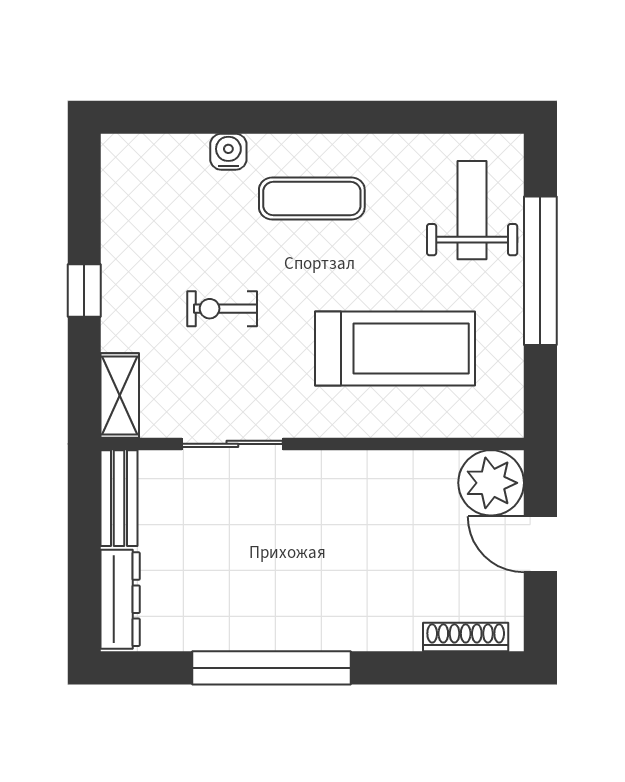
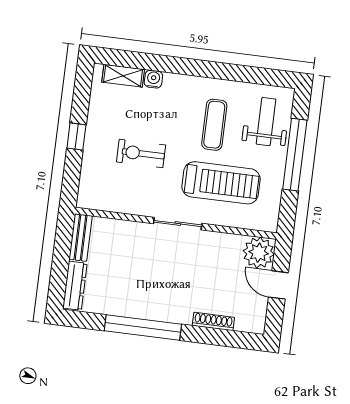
exercise mat: (312, 199) -> (214, 125), moved, turned 90
exercise bike: (222, 309) -> (141, 153), width x1.38, depth x1.39
shelving: (120, 395) -> (123, 76), moved, turned 90
sliding door: (232, 444) -> (178, 224), moved
shoe rack: (466, 637) -> (213, 321), moved

